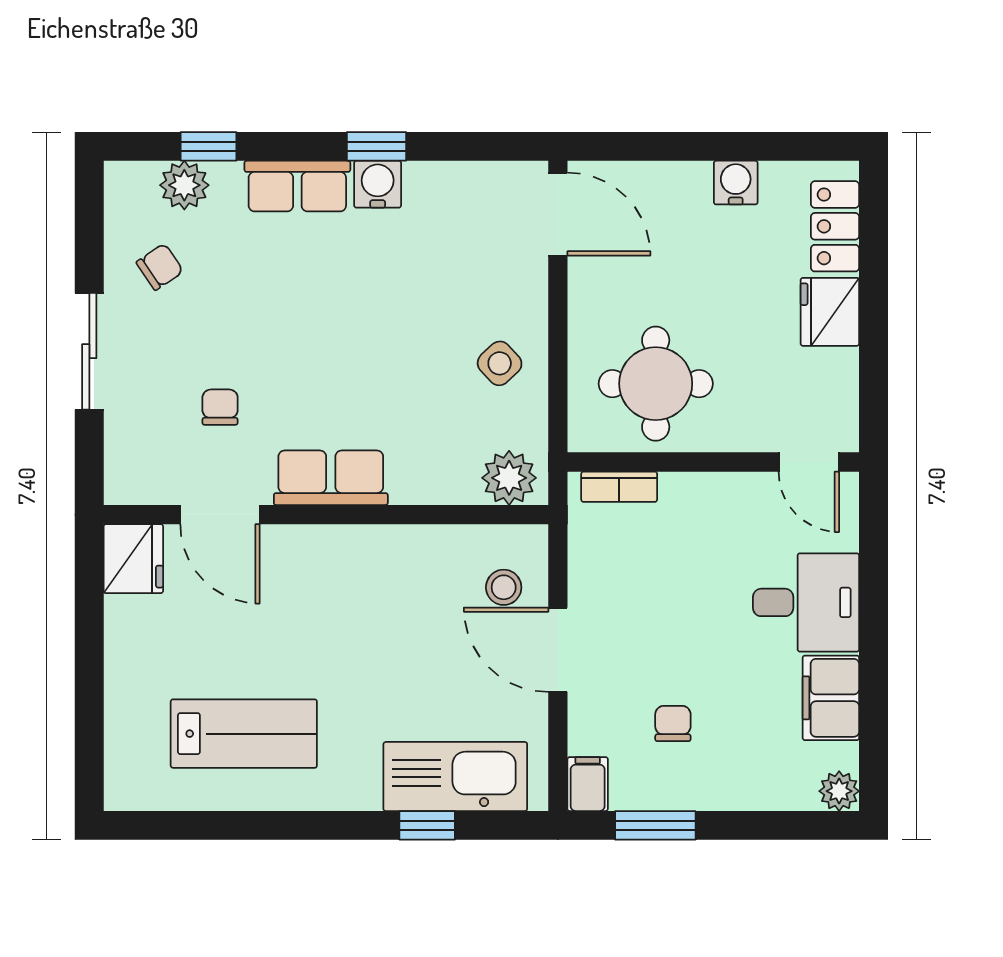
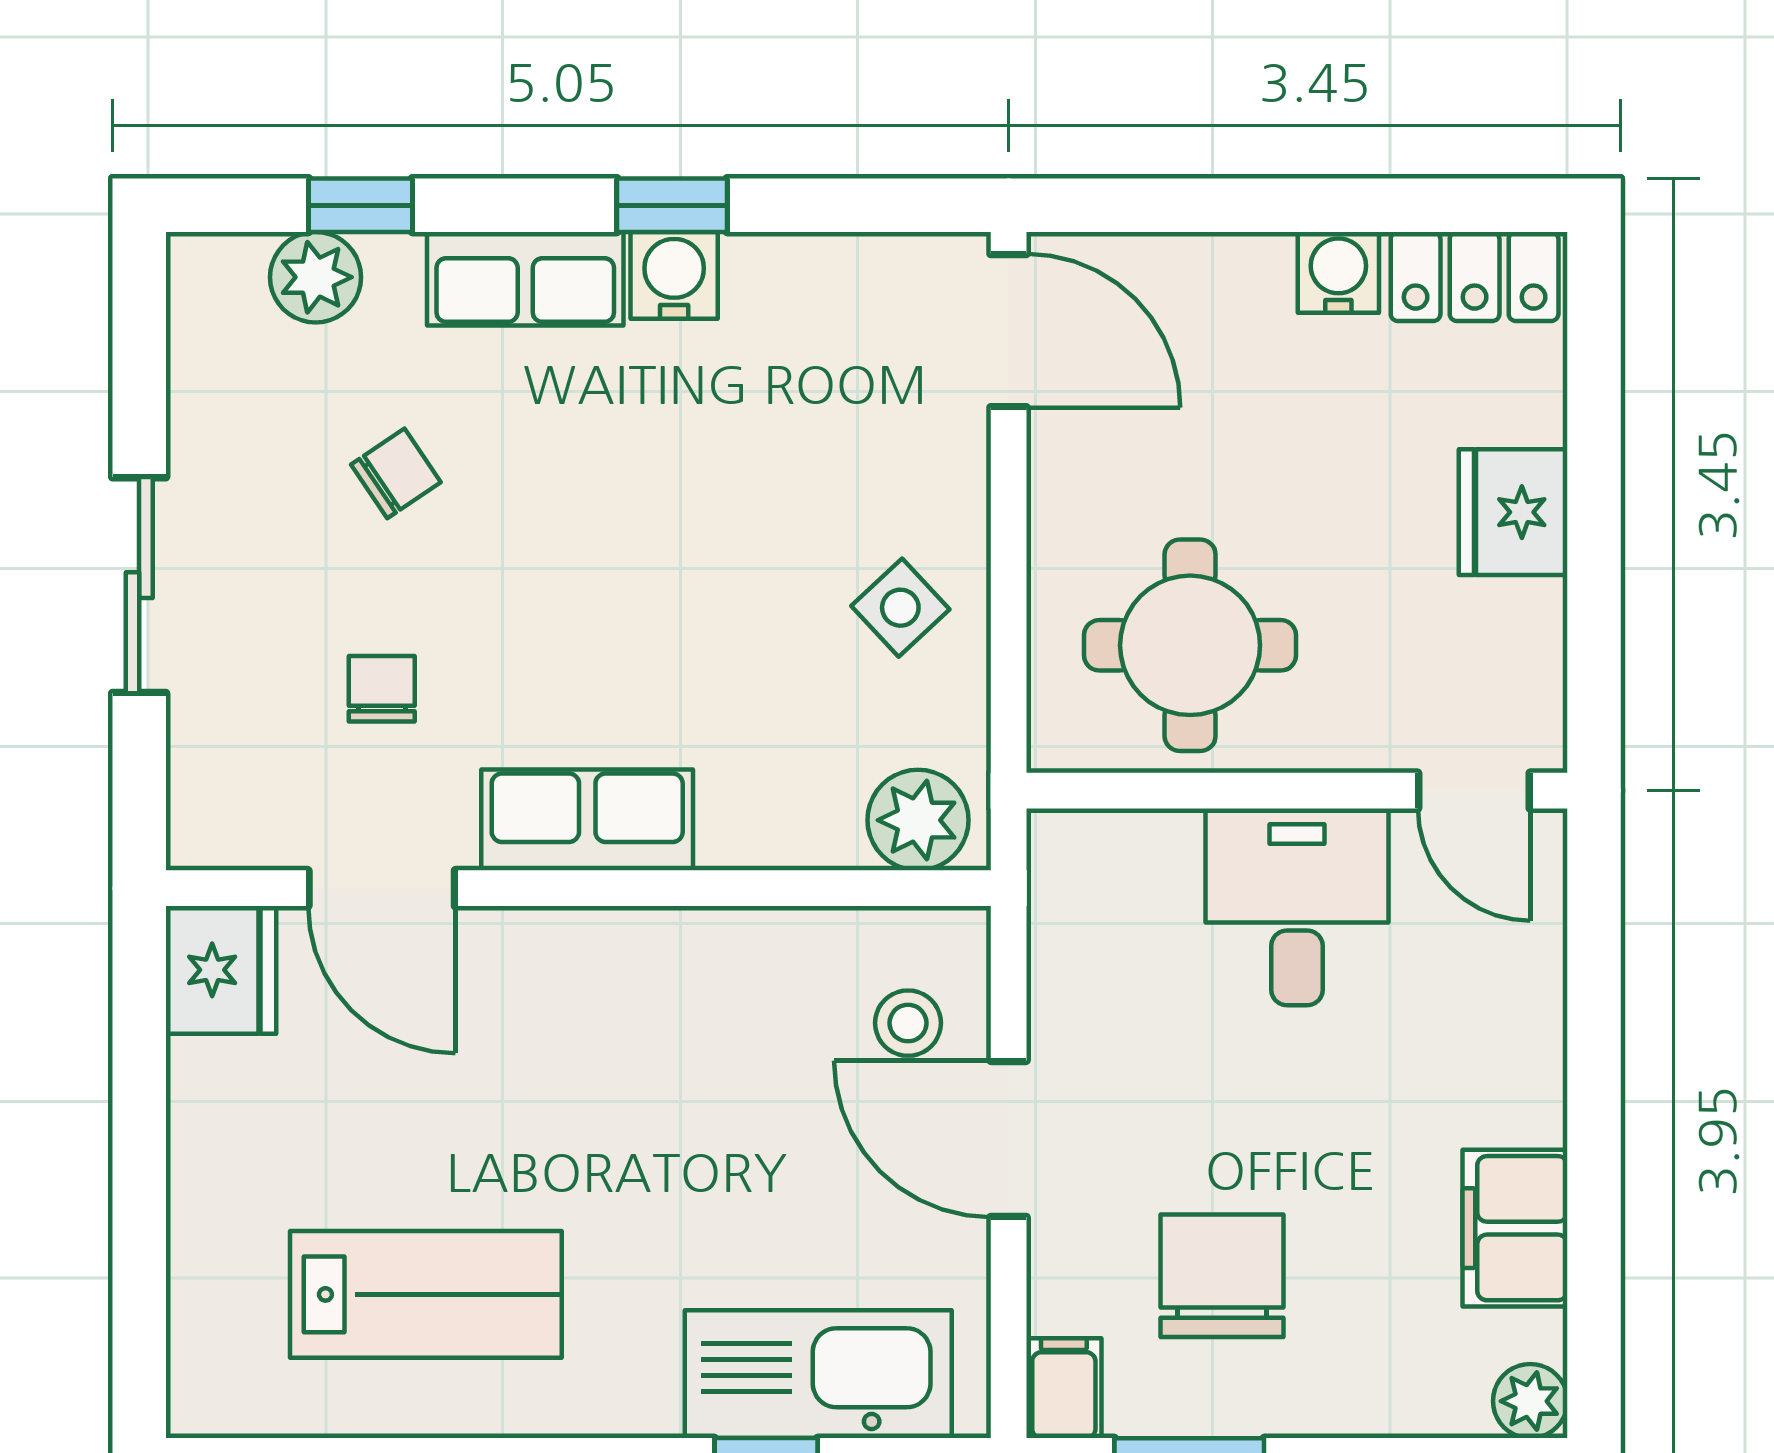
locker: (835, 226) -> (1475, 276), moved, turned -90
chair: (160, 267) -> (396, 473), moved
bookcase: (619, 487) -> (1122, 837), removed
desk: (806, 602) -> (1297, 907), moved, turned -90
chair: (673, 724) -> (1222, 1276), width x1.87, depth x1.87

